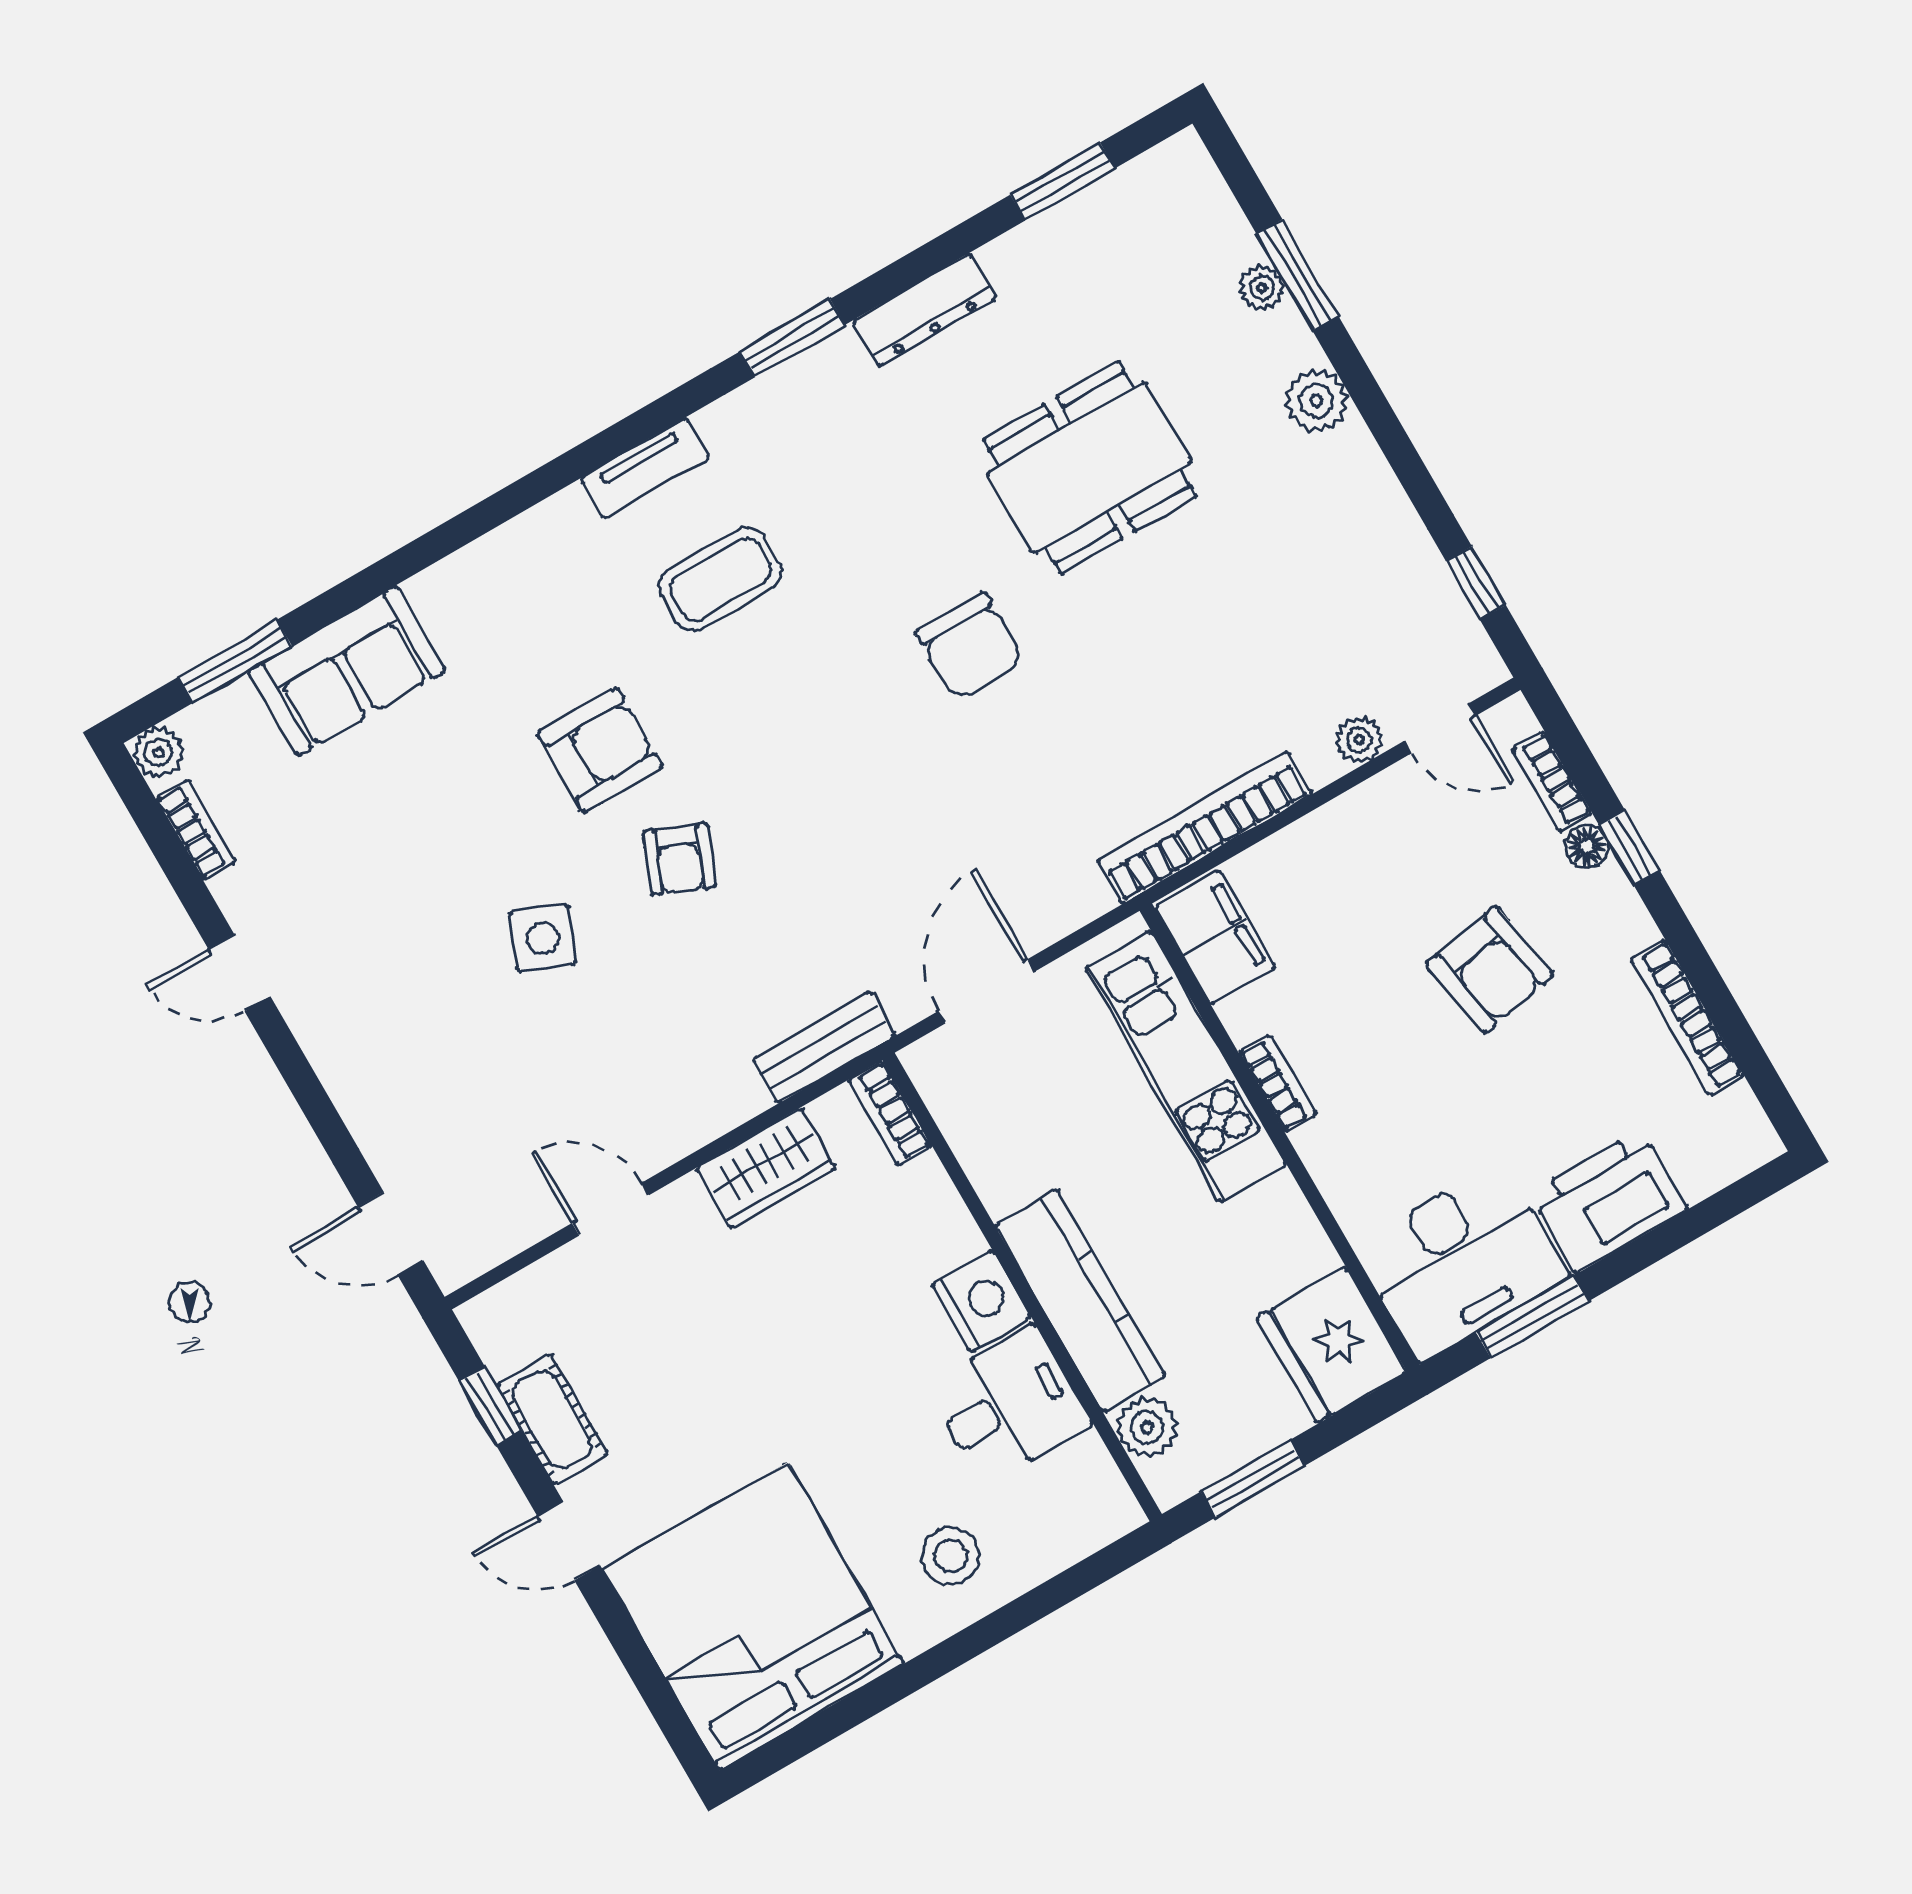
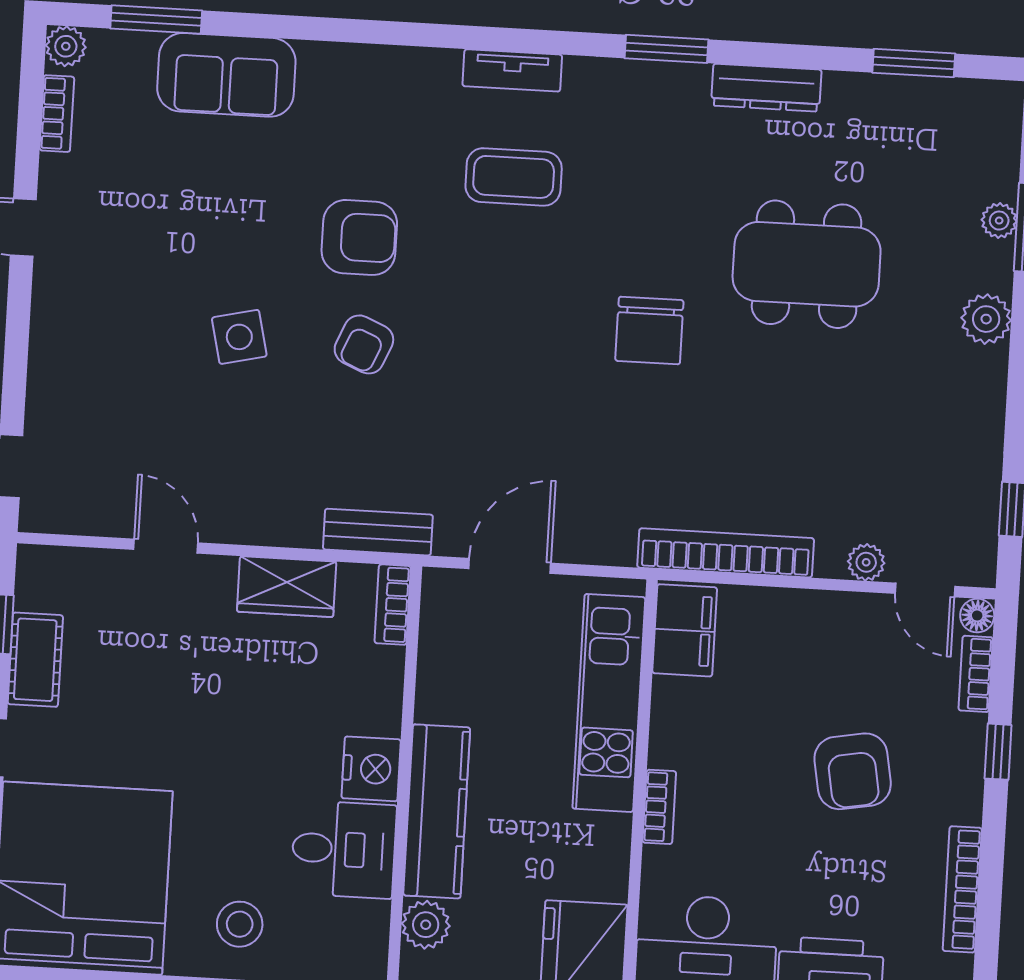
floor lamp: (1587, 846) -> (977, 616), moved
side table: (543, 938) -> (239, 337), turned -36
bookcase: (1278, 1083) -> (659, 807), moved

